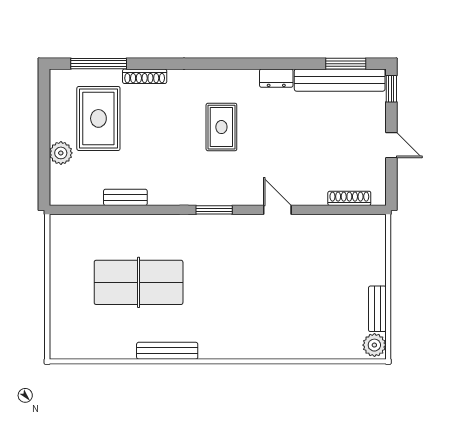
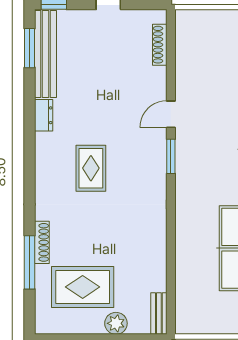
window: (99, 64) -> (30, 262), moved
rug: (221, 127) -> (91, 168), turned 90
bench: (125, 197) -> (159, 314), moved
window: (214, 210) -> (171, 156), moved

